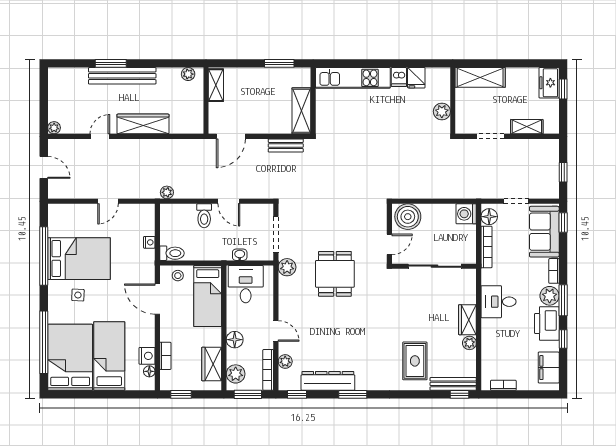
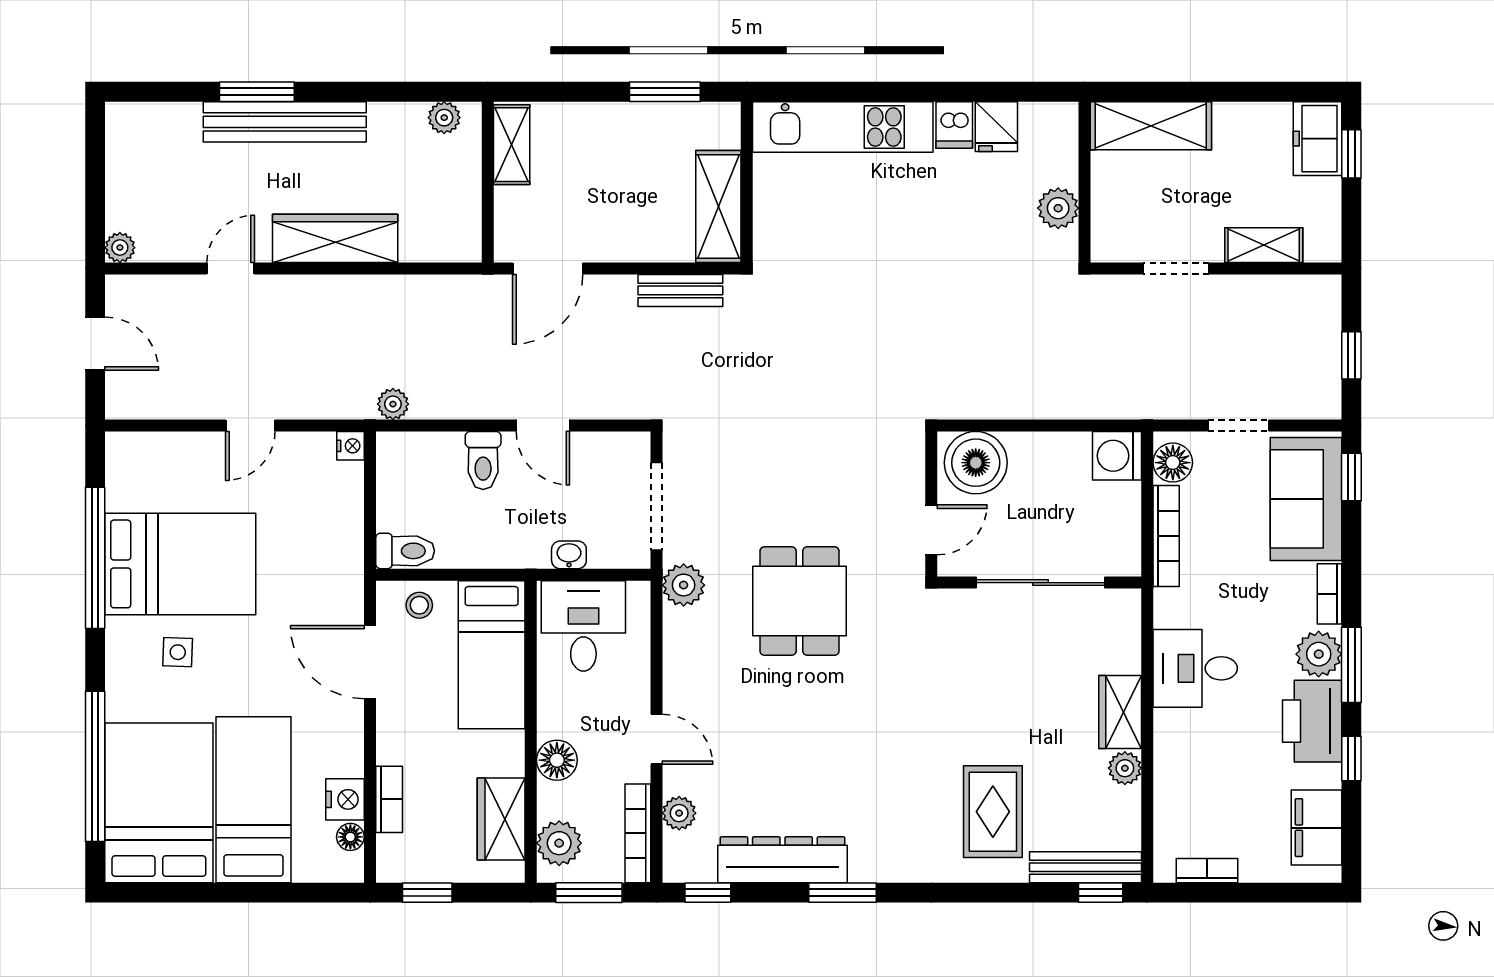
nightstand: (149, 242) -> (350, 446), moved

